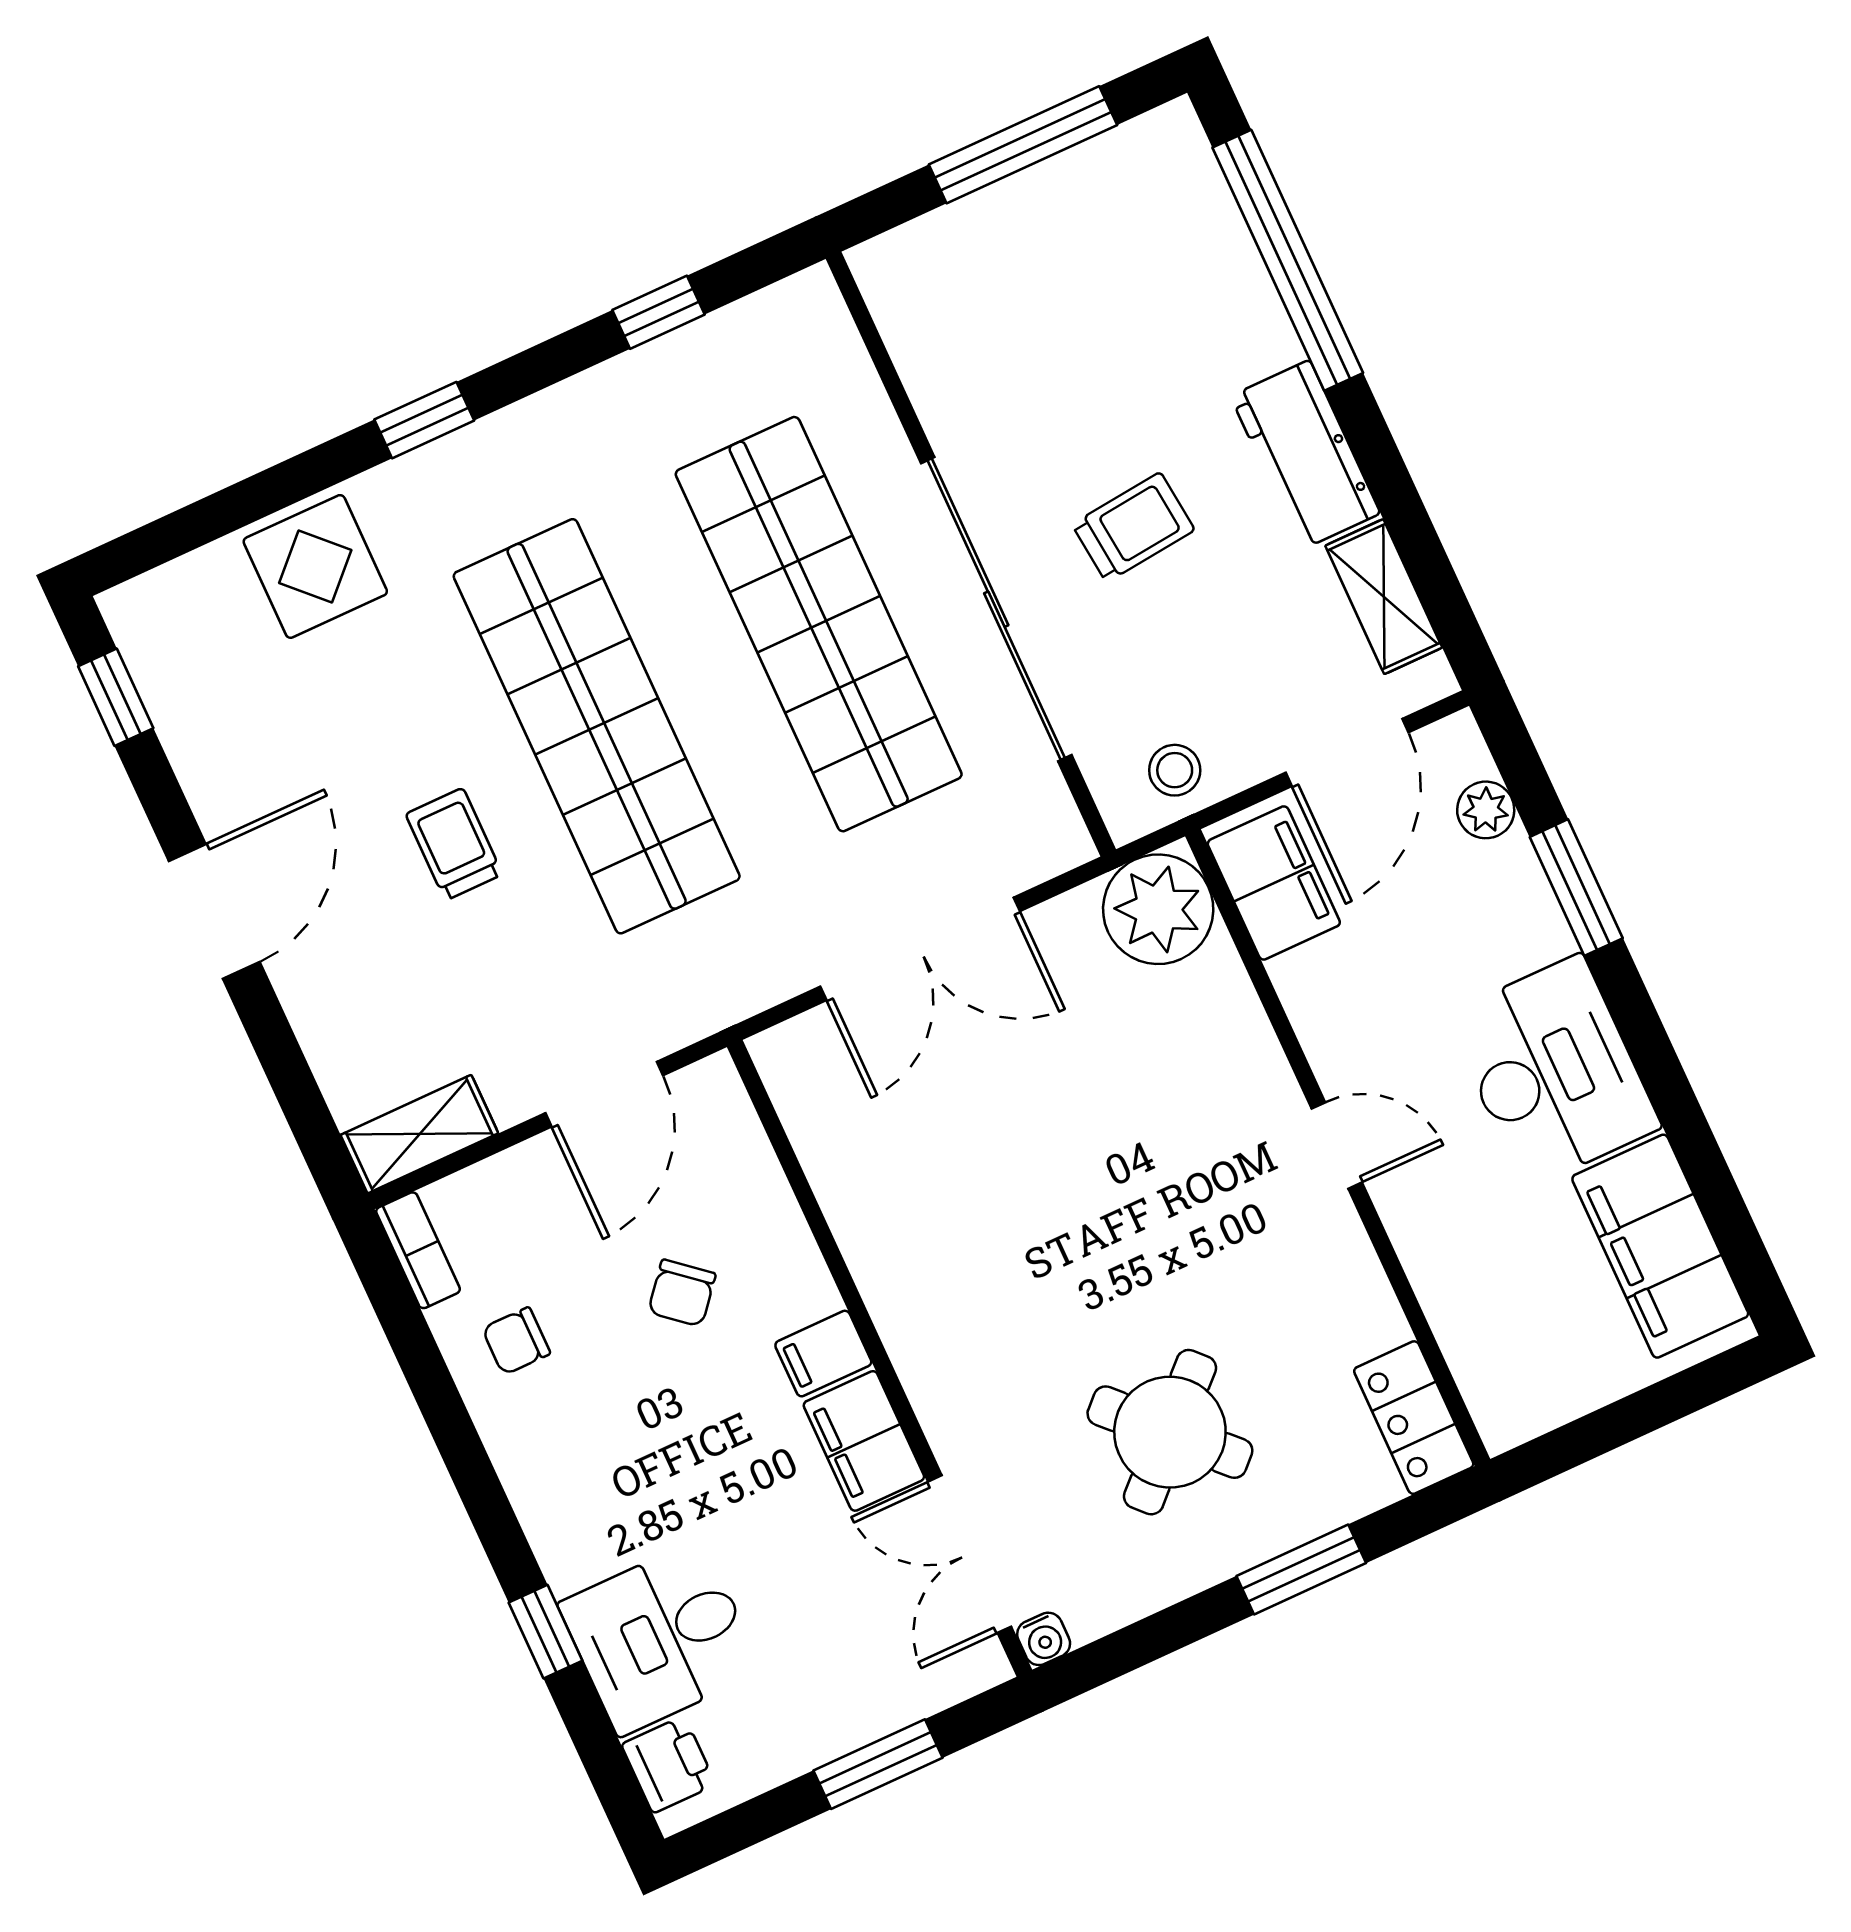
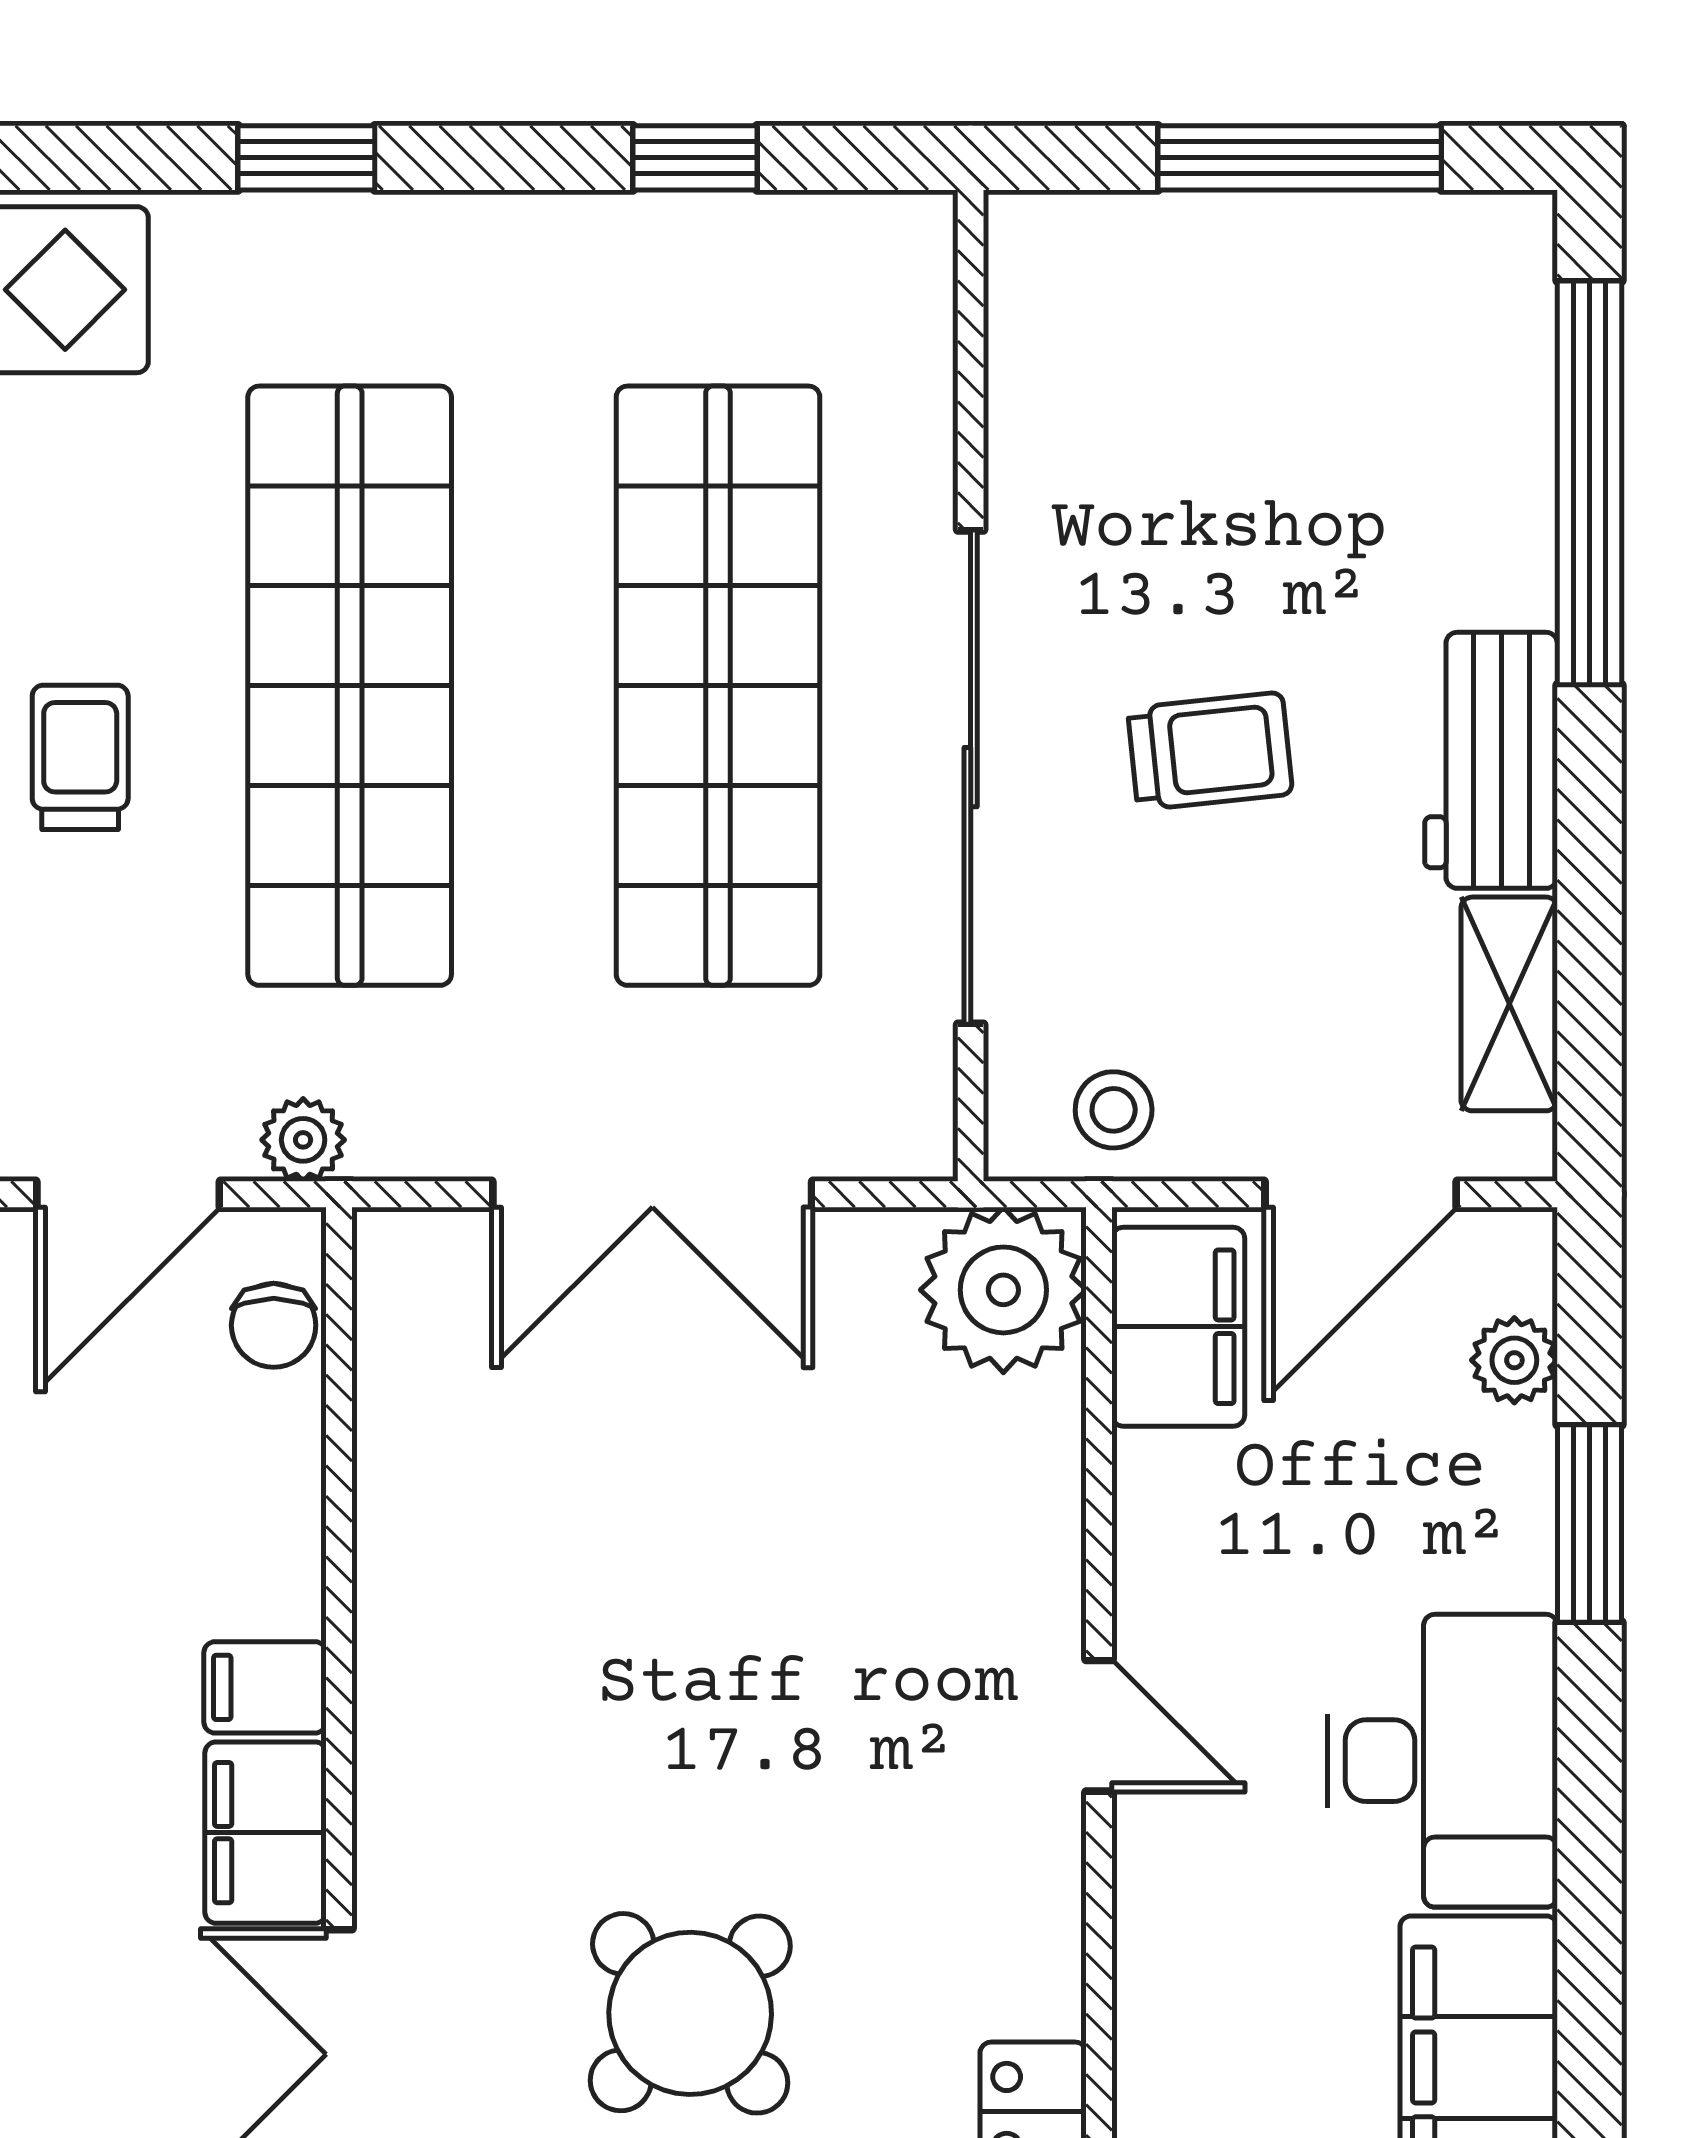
plant: (694, 1013) -> (303, 1140), added
chair: (682, 1293) -> (274, 1325), moved, turned -40

